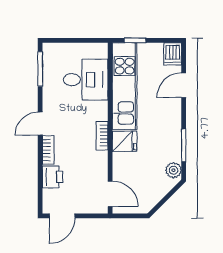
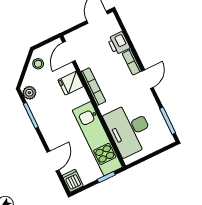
desk: (86, 80) -> (129, 129), width x1.37
bookcase: (102, 136) -> (93, 87), width x1.56
fridge: (124, 141) -> (71, 83), moved
door: (110, 194) -> (69, 52), hinge flipped
stool: (149, 197) -> (38, 64), added

